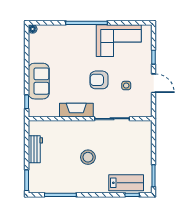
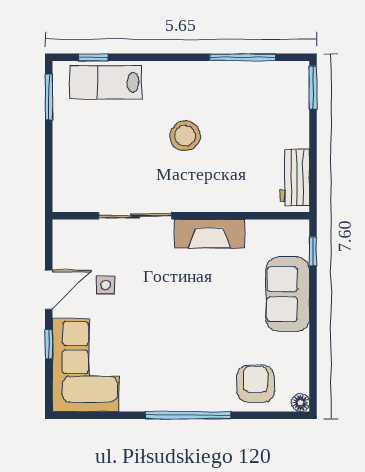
corner sofa: (119, 41) -> (86, 365), moved, turned 90
armchair: (99, 80) -> (256, 384), moved, turned -90
door: (154, 83) -> (49, 290), swing flipped
workbench: (35, 149) -> (295, 178), moved

